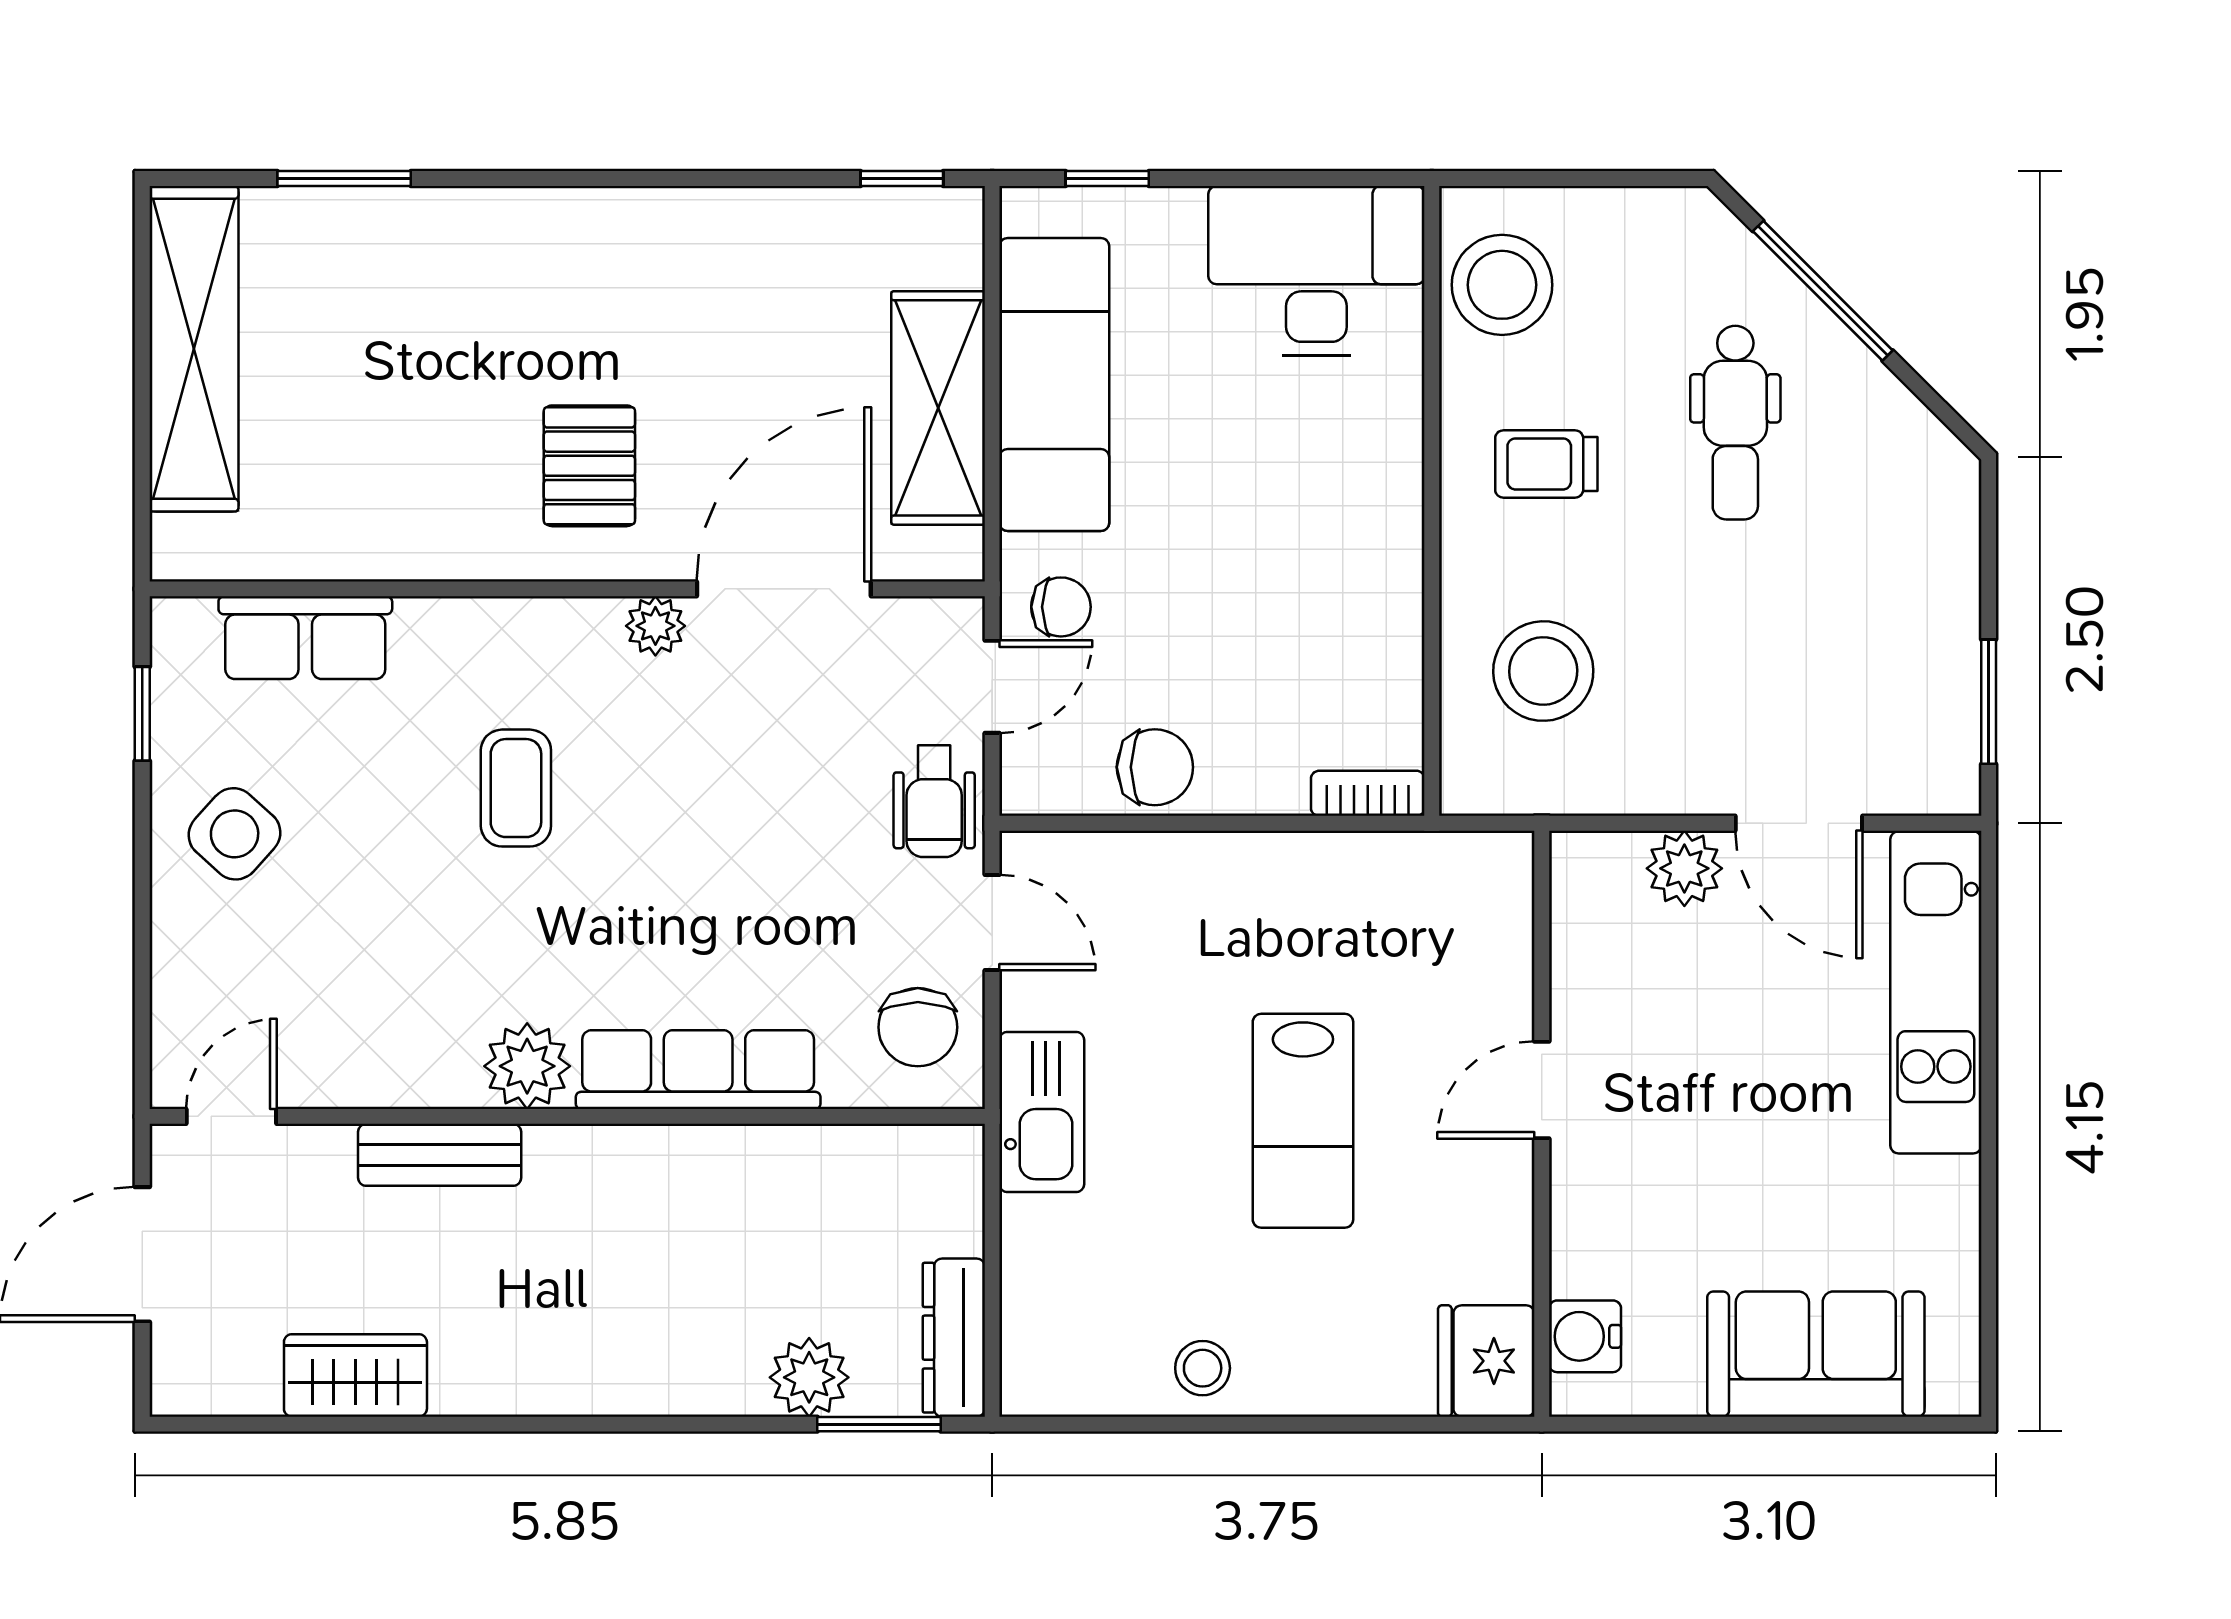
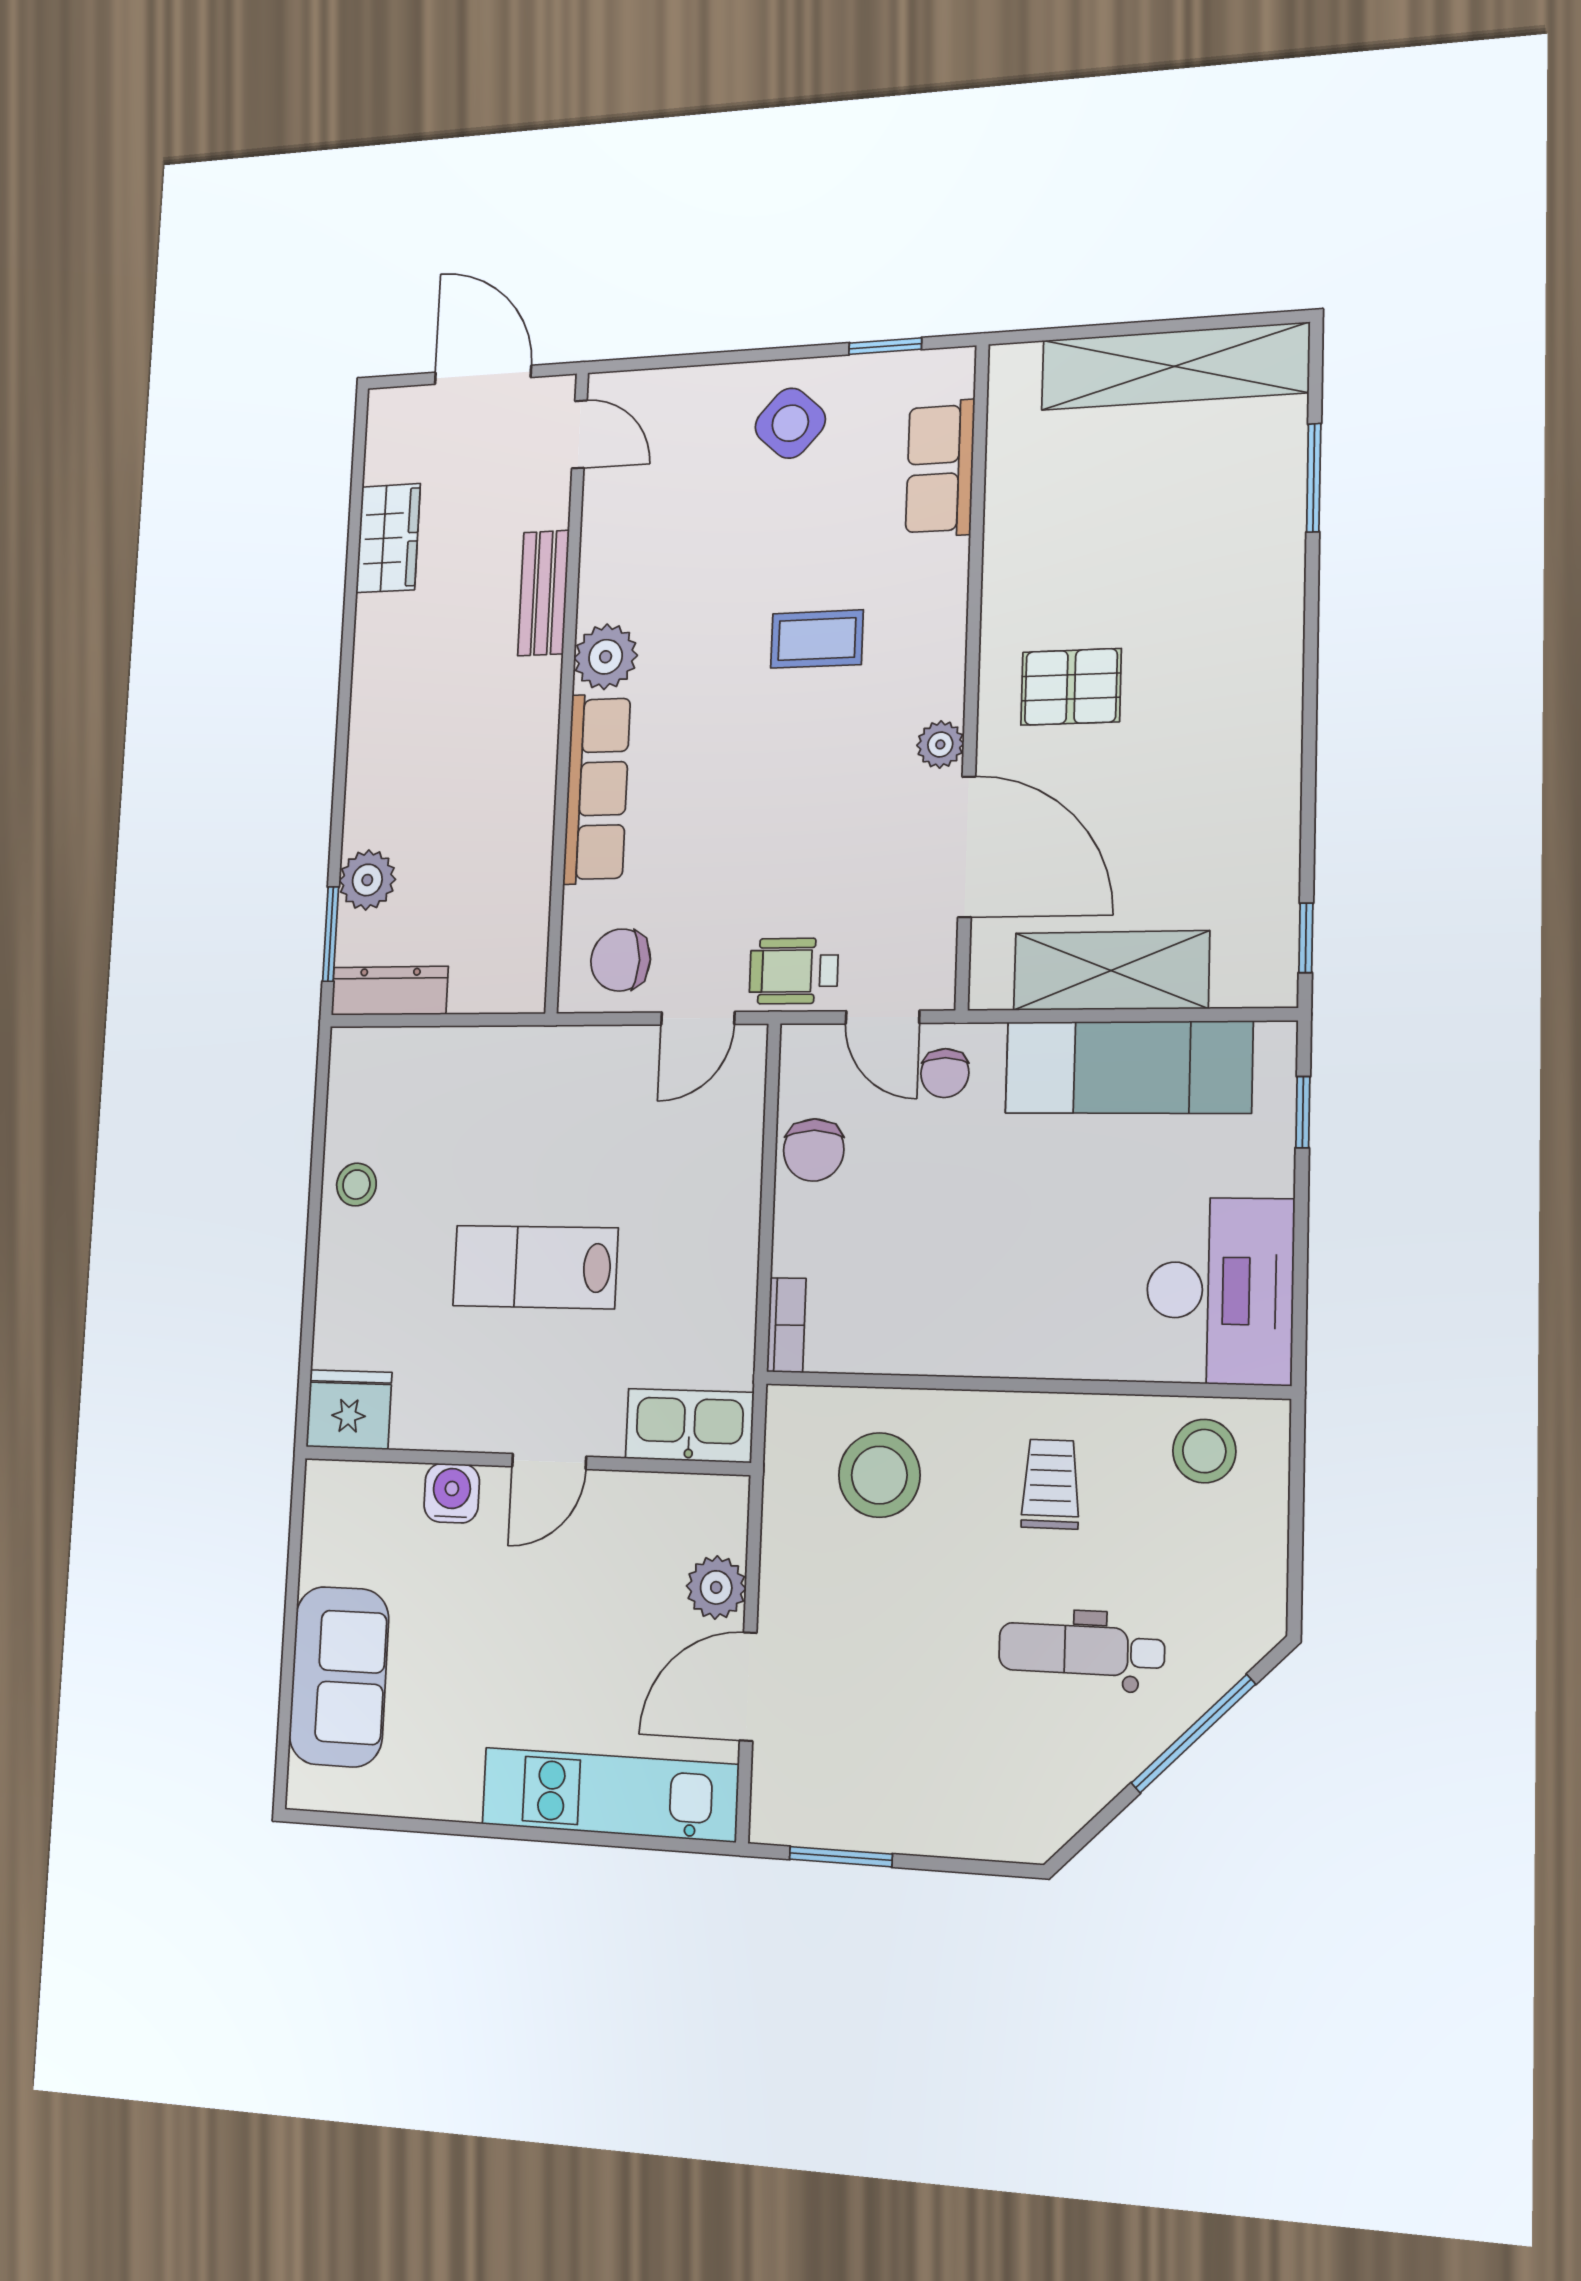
stool: (1502, 285) -> (1204, 1451), width x0.73, depth x0.73
door: (1542, 1090) -> (549, 1461), swing flipped
kitchen sink: (1042, 1112) -> (689, 1425), moved, turned 180
water cooler: (1585, 1336) -> (452, 1493), moved

